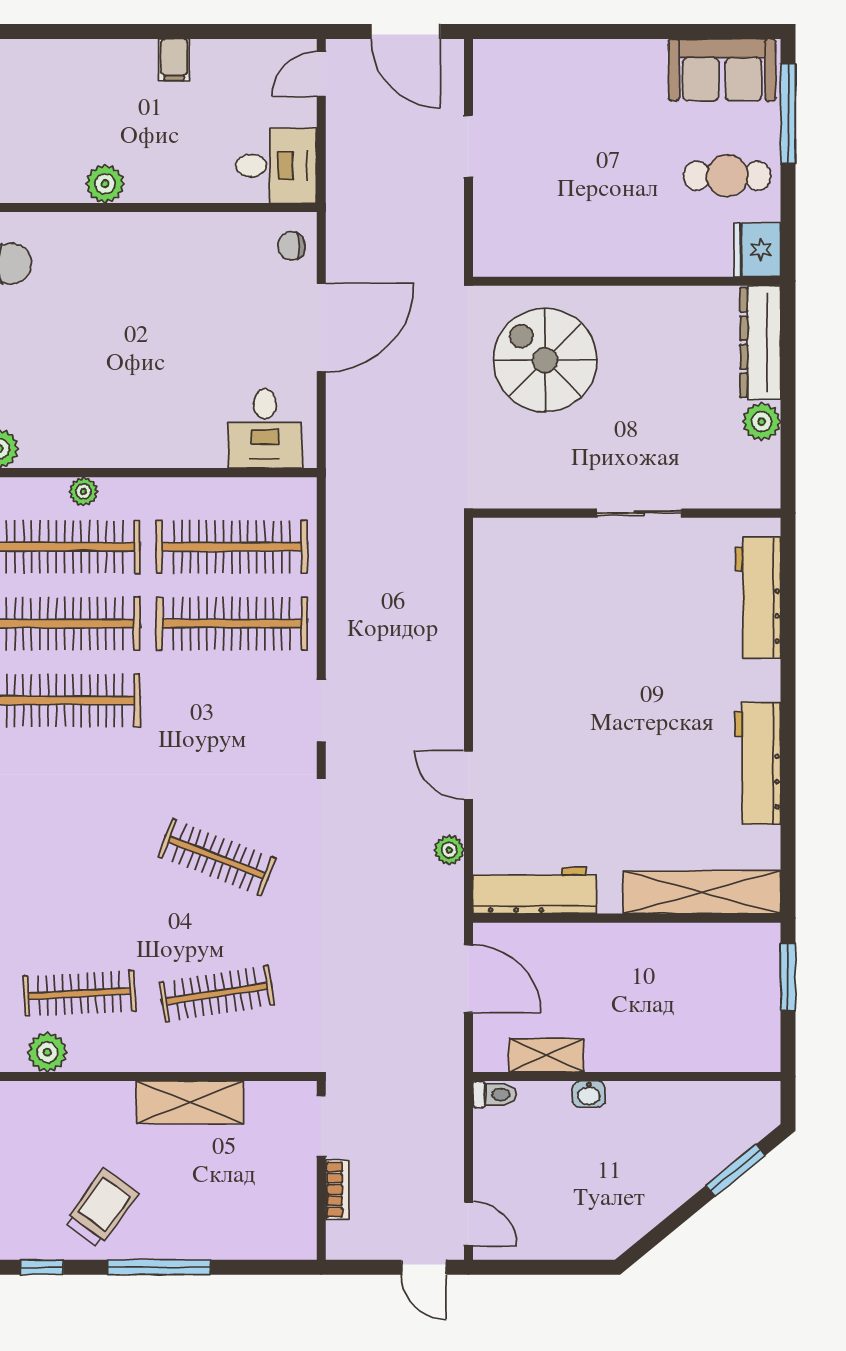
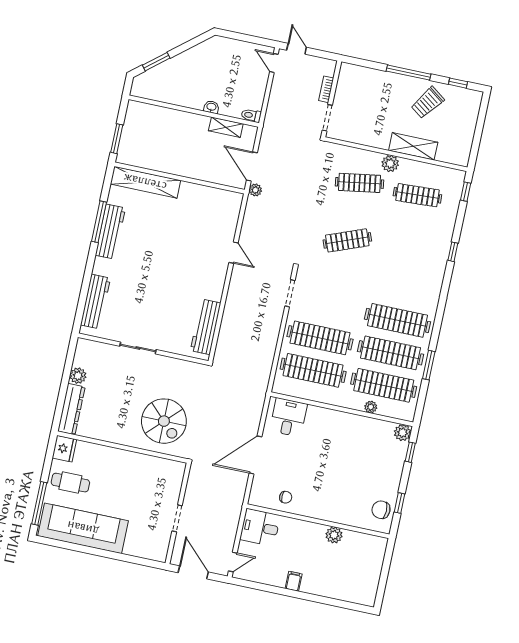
sofa: (722, 70) -> (83, 528), width x1.85, depth x1.27
chair: (291, 246) -> (286, 497), moved
window: (788, 780) -> (99, 222), added
plant: (449, 850) -> (255, 190), moved
clothes rail: (217, 857) -> (347, 240), turned -42
workbench: (535, 891) -> (206, 327), moved, turned 90
plant: (47, 1052) -> (390, 164), moved
shelving: (190, 1102) -> (413, 146), moved

